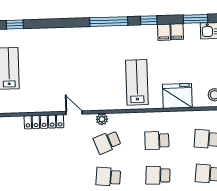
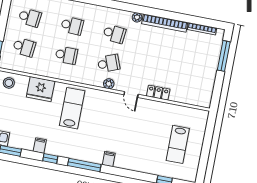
filing cabinet: (177, 32) -> (109, 159), moved
lab bench: (137, 82) -> (72, 108), turned 180
locker: (44, 122) -> (158, 93), width x0.66

